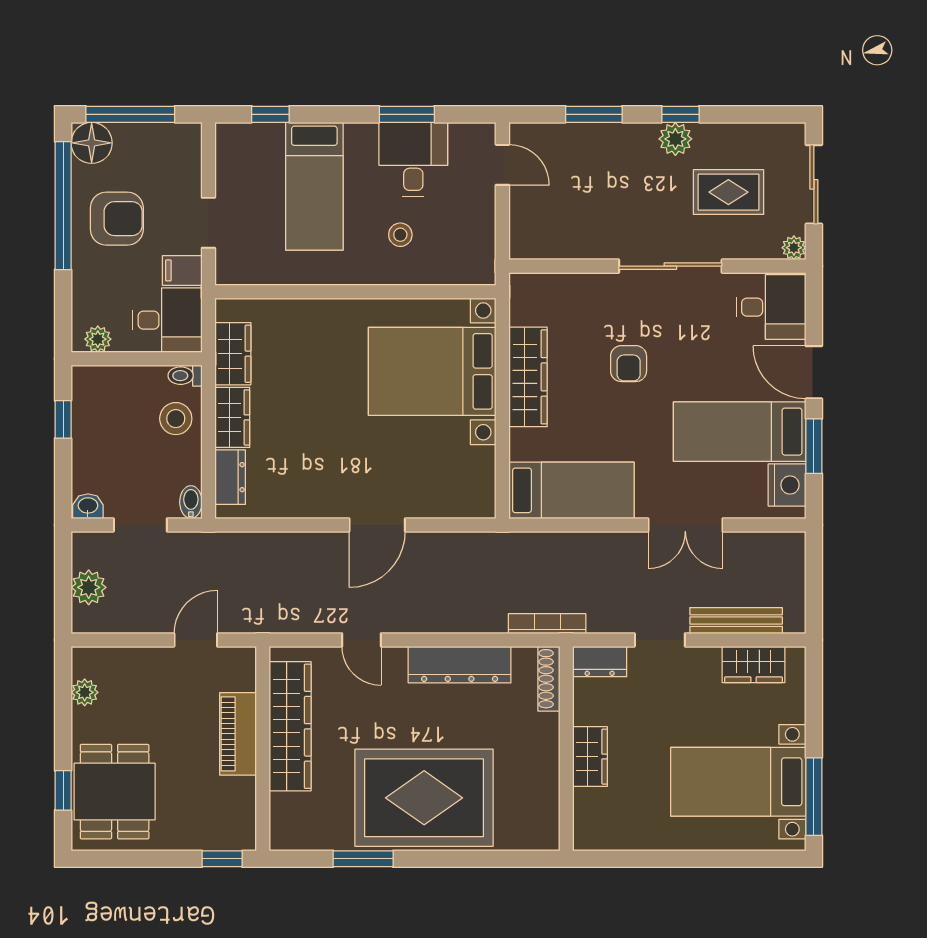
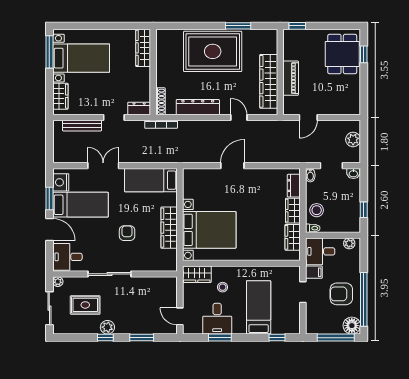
wardrobe: (462, 265) -> (197, 274), added
wardrobe: (754, 664) -> (60, 96), moved, turned 90
plant: (85, 692) -> (355, 96), removed
wardrobe: (590, 757) -> (143, 48), moved, width x1.50

